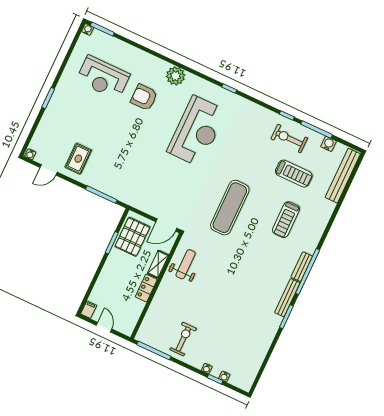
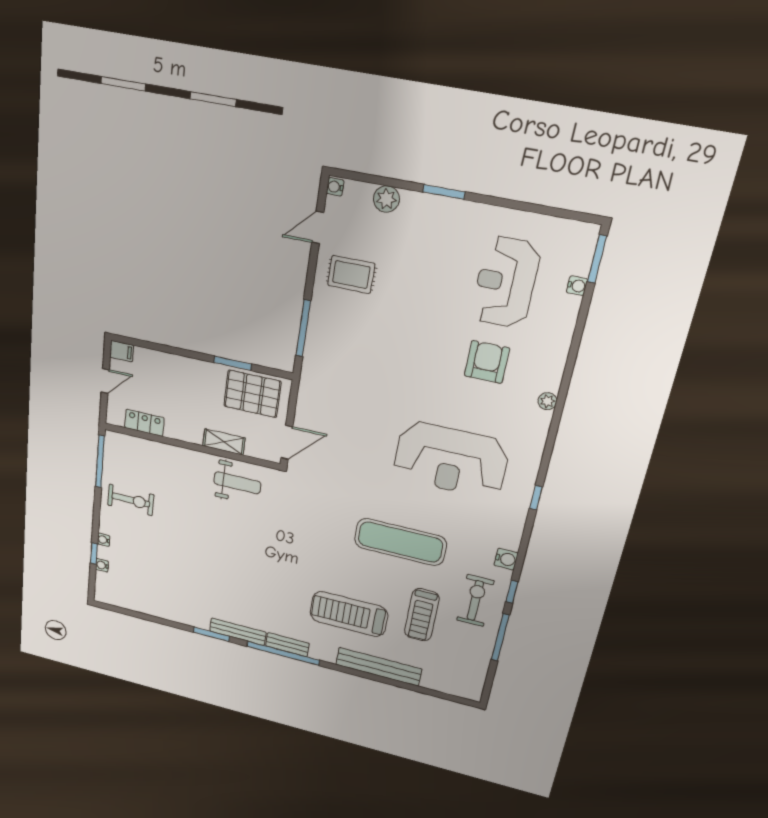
water cooler: (88, 29) -> (577, 286), moved
plant: (176, 76) -> (547, 401), width x0.53, depth x0.53
plant: (44, 129) -> (386, 199), added
water cooler: (328, 144) -> (506, 559), moved
door: (49, 170) -> (318, 227), hinge flipped
bench: (343, 176) -> (379, 667), moved
exercise mat: (230, 208) -> (400, 542), moved
treadmill: (286, 220) -> (349, 614), width x1.37, depth x1.38
door: (166, 225) -> (287, 442), swing flipped
locker: (146, 288) -> (144, 423), moved

